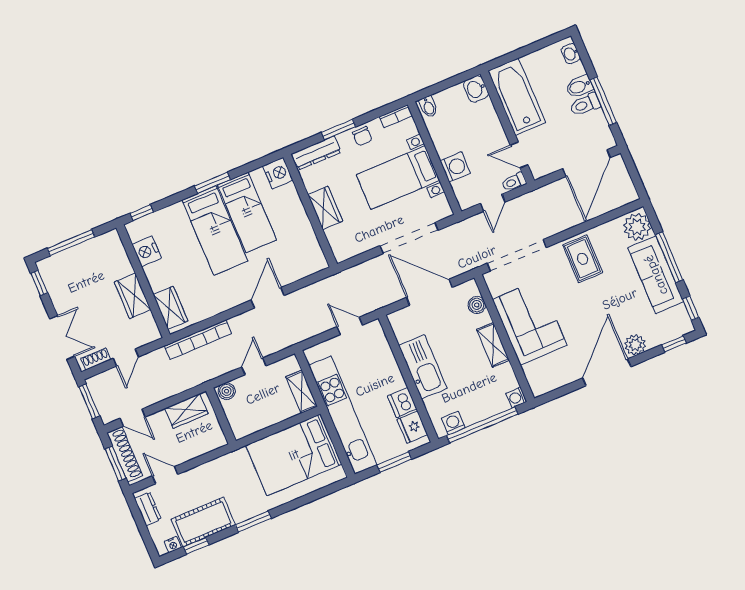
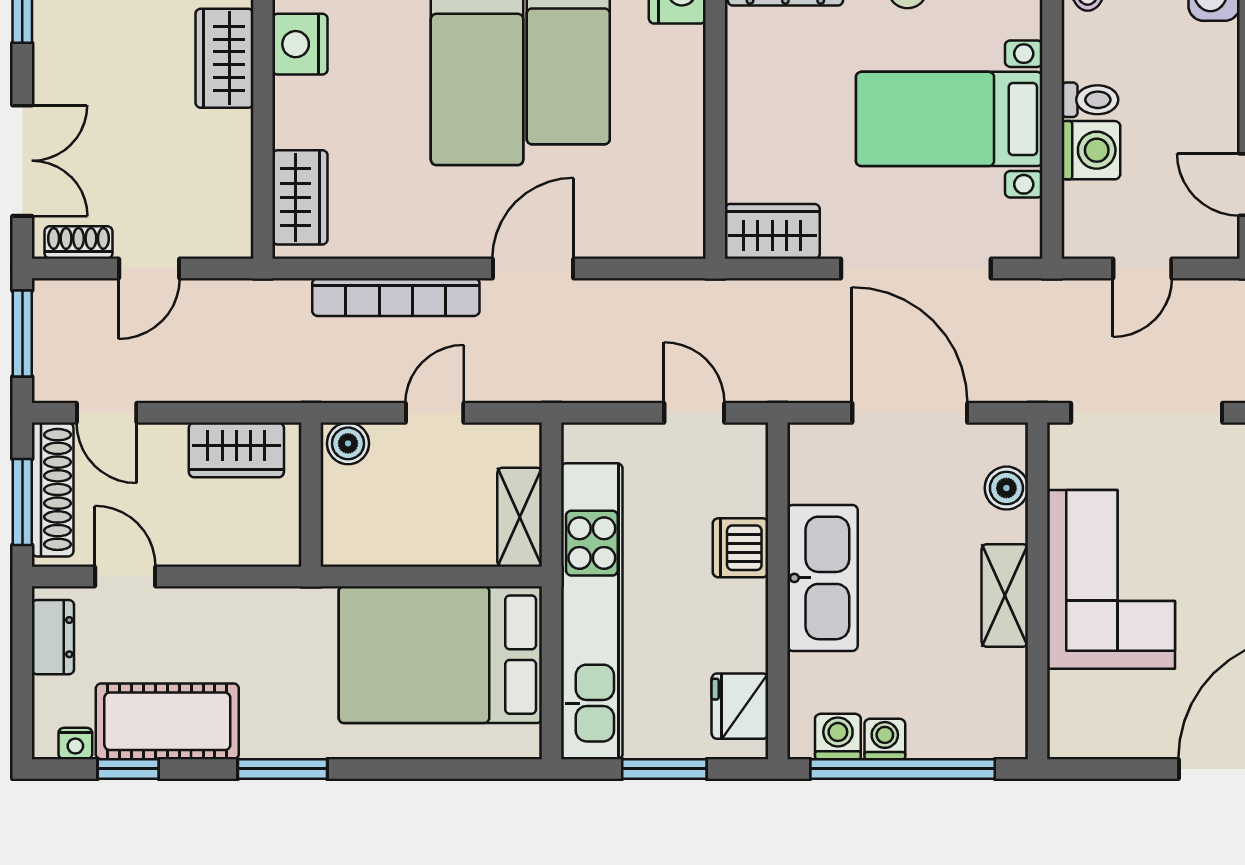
toilet: (514, 182) -> (1090, 100), moved, turned 180
wardrobe: (325, 208) -> (772, 231), moved, turned -90
wardrobe: (133, 296) -> (224, 58), moved
bookcase: (198, 340) -> (396, 297), moved
washing machine: (516, 397) -> (885, 739), moved, turned 90
dishwasher: (402, 403) -> (740, 548), moved

